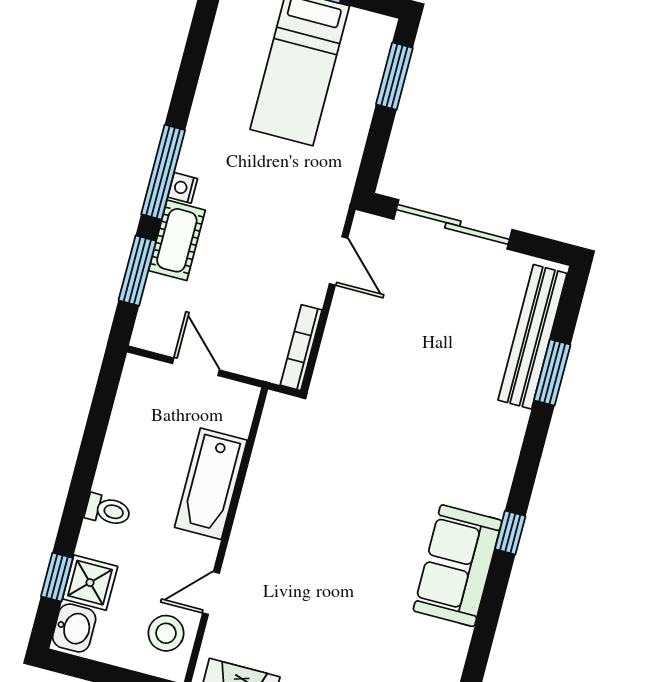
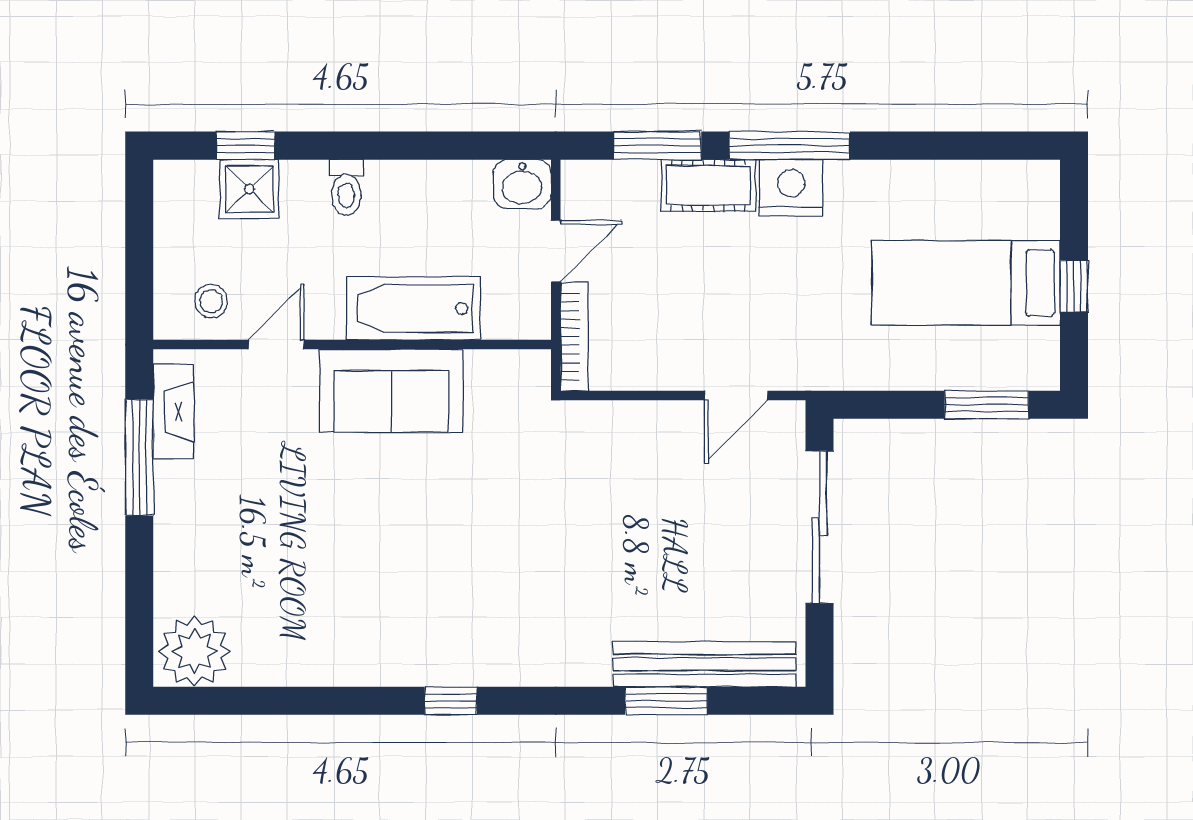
nightstand: (183, 188) -> (791, 188), width x1.89, depth x1.79
bookcase: (301, 348) -> (574, 337), moved, turned 90
sofa: (458, 566) -> (391, 391), moved, turned 180
door: (211, 593) -> (276, 345), hinge flipped
washbasin: (74, 628) -> (522, 184), moved
stool: (166, 633) -> (211, 301), width x0.73, depth x0.73

